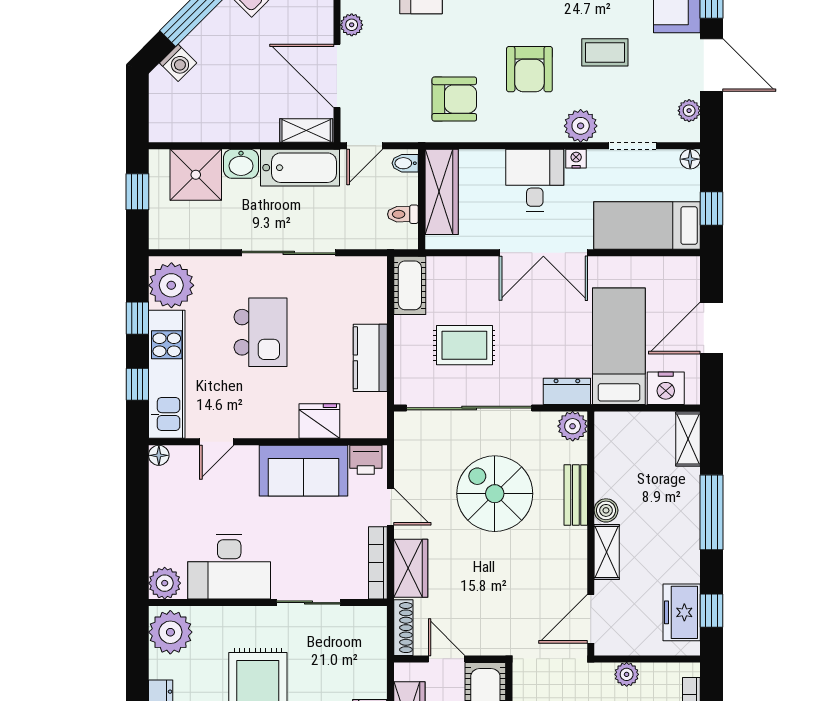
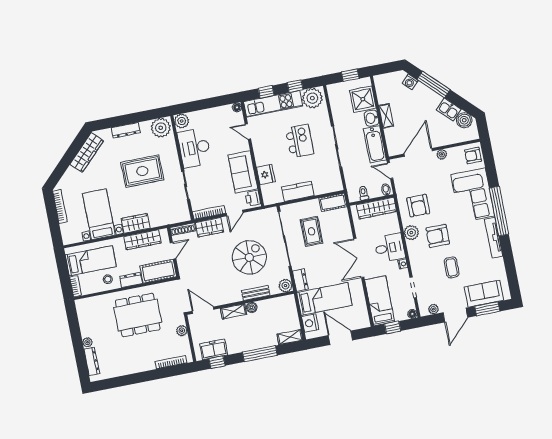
plant: (581, 126) -> (411, 233), moved
shelving: (306, 130) -> (386, 116), moved
kitchen island: (260, 332) -> (300, 141), turned -90

